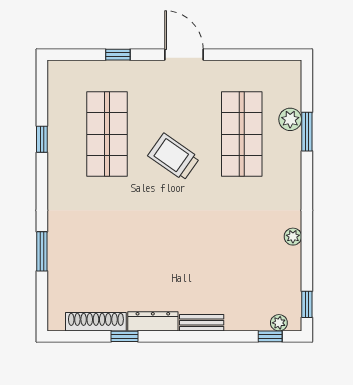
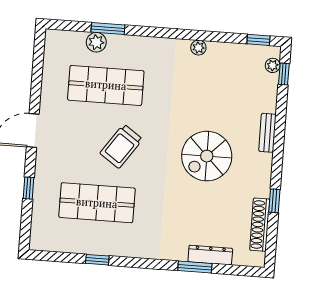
spiral stairs: (170, 255) -> (207, 156), added
dresser: (153, 321) -> (210, 255), moved, turned 90

